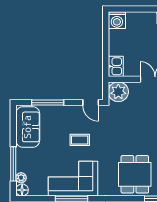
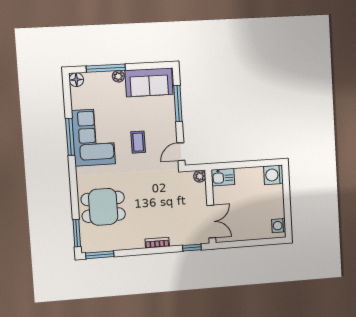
plant: (118, 92) -> (200, 176), width x0.53, depth x0.53
plant: (21, 178) -> (118, 76), moved

